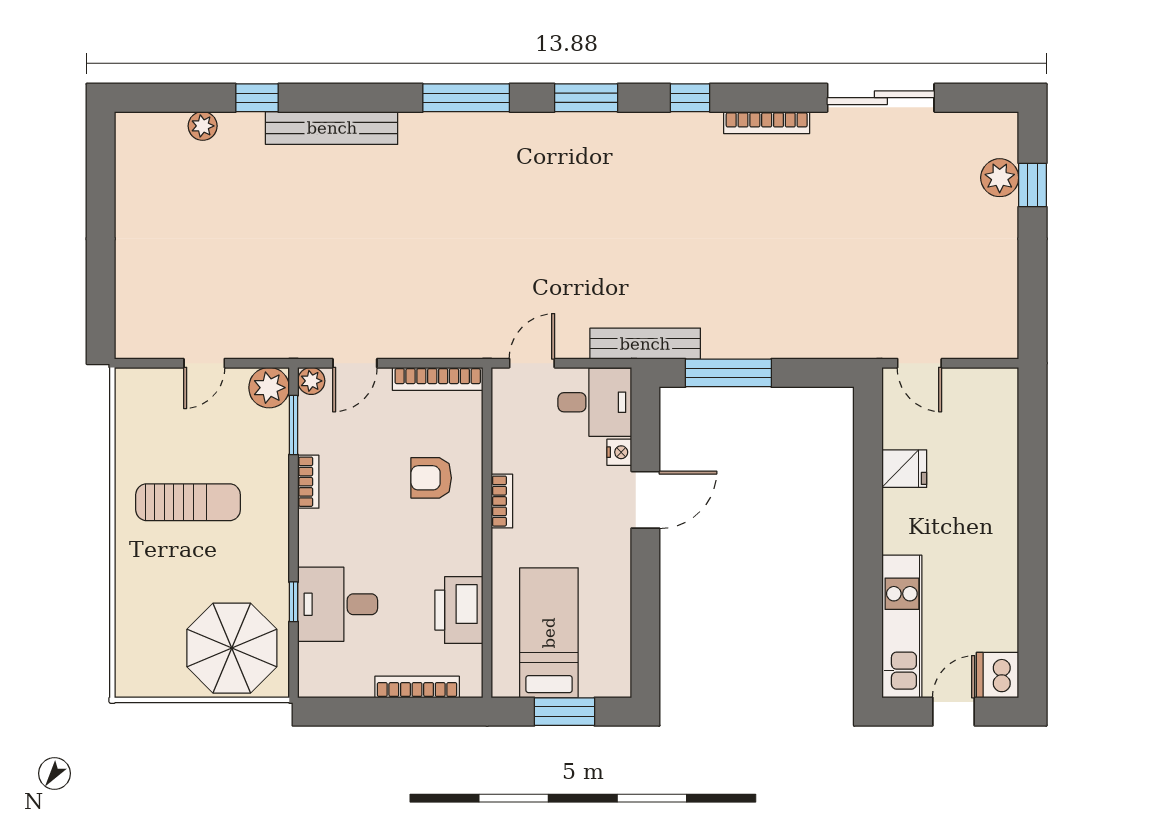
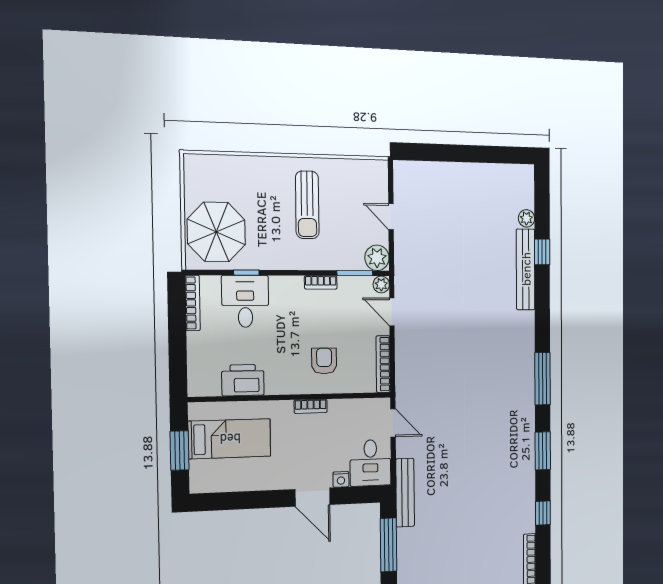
bench: (332, 128) -> (526, 269), moved
bookcase: (417, 687) -> (193, 303), moved

